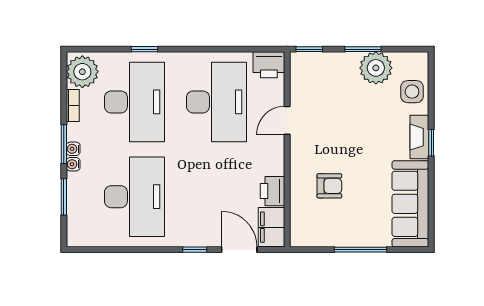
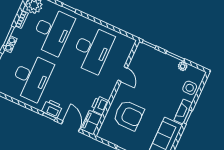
printer: (269, 65) -> (52, 109), moved, turned 180
plant: (376, 68) -> (183, 66), width x0.53, depth x0.53
door: (287, 120) -> (123, 74), swing flipped
armchair: (329, 186) -> (129, 115), width x1.88, depth x1.88

